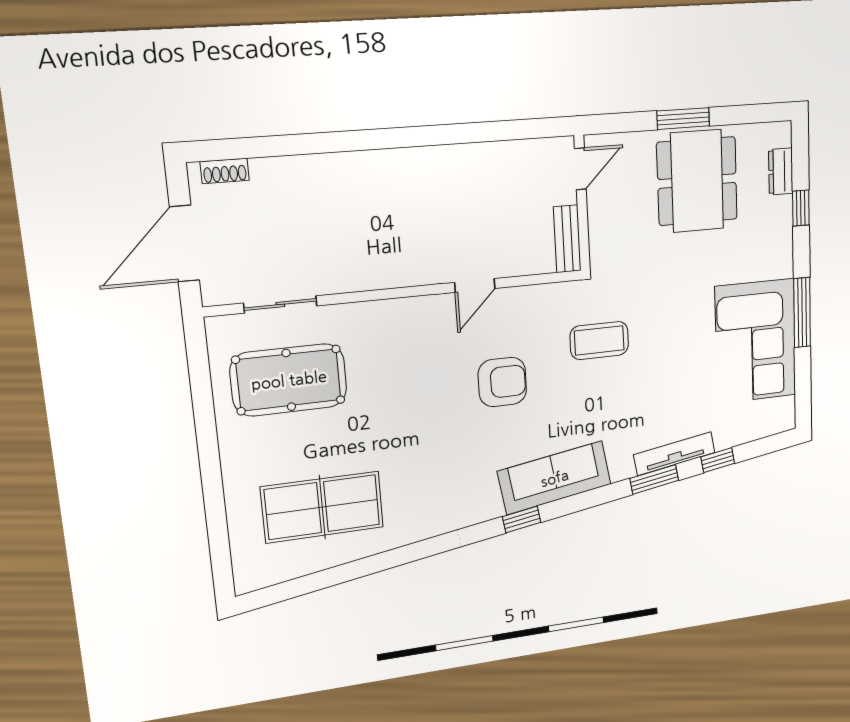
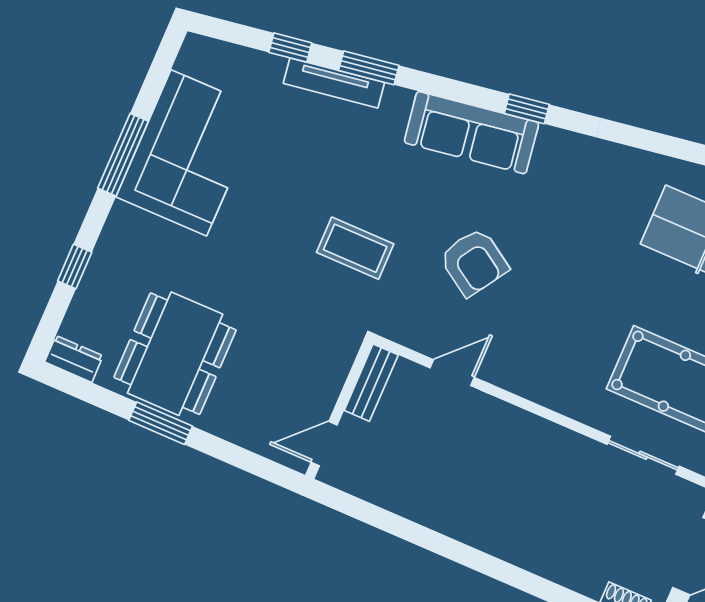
door: (580, 169) -> (324, 444), moved
dresser: (781, 171) -> (74, 359), moved, turned -90
wall: (582, 203) -> (339, 409), moved
bench: (567, 239) -> (371, 383), moved
armchair: (502, 382) -> (474, 262), turned -147

